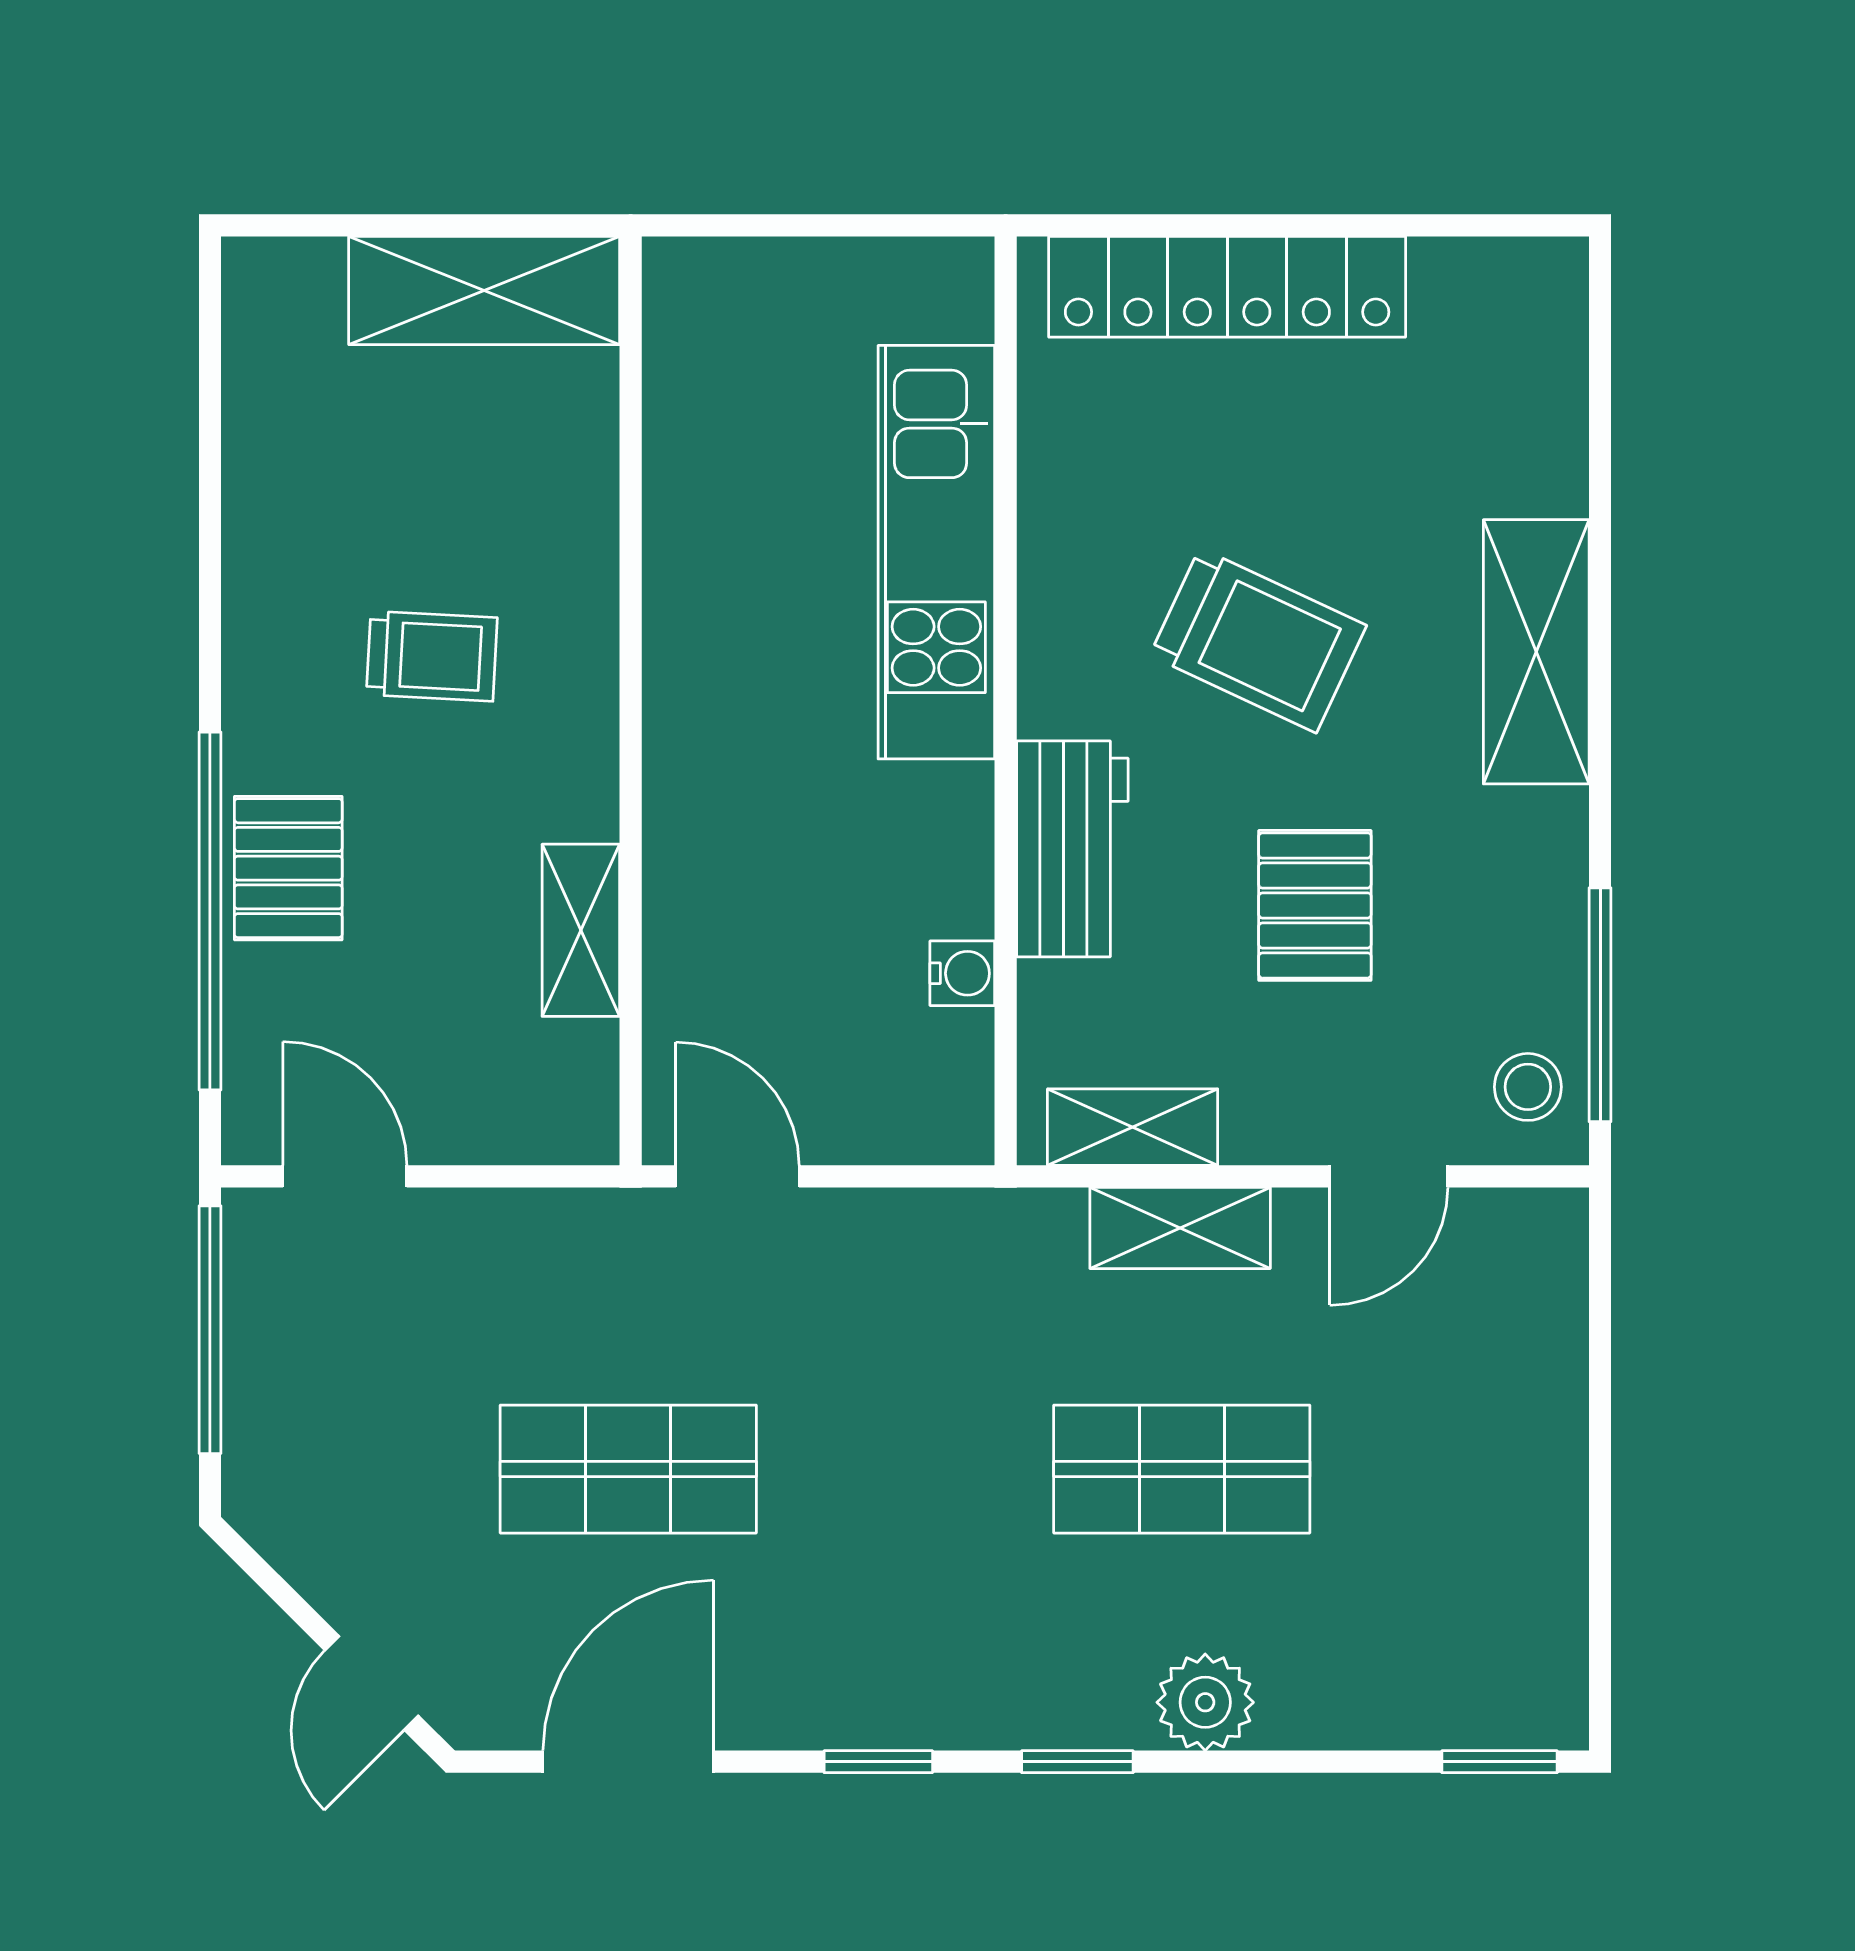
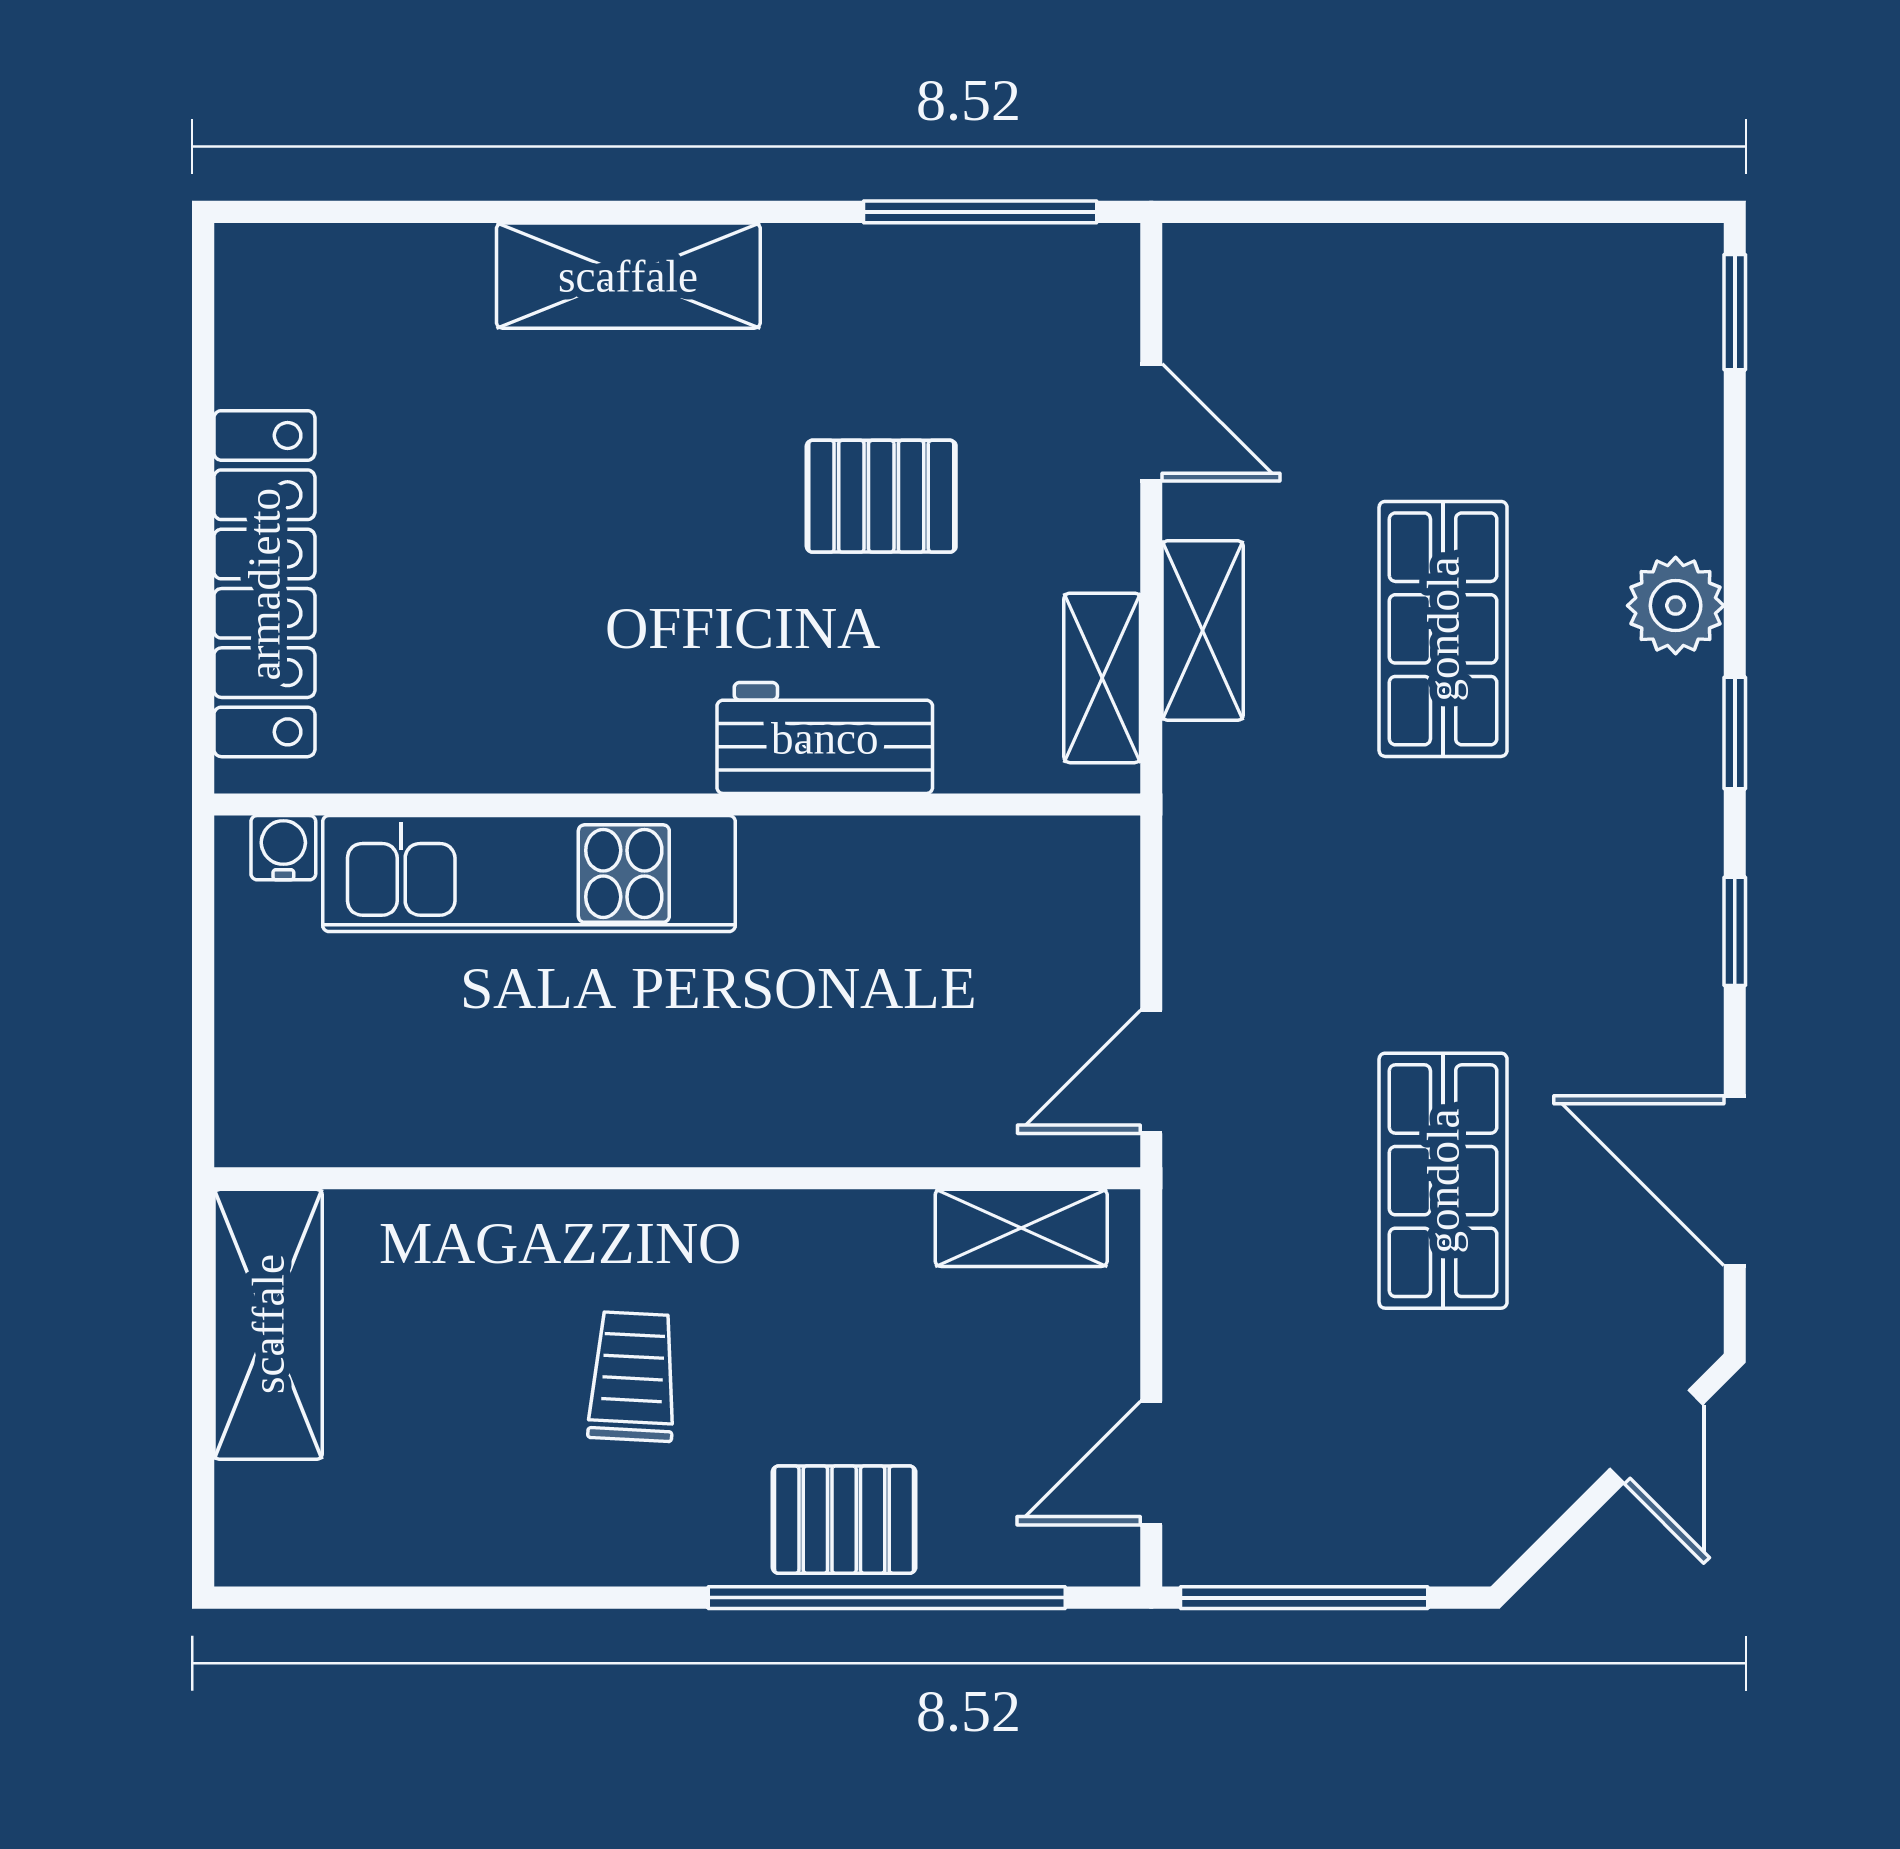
trolley: (1258, 640) -> (617, 553), removed
shelving: (581, 930) -> (1021, 1228), moved
water cooler: (962, 973) -> (283, 848), moved
stool: (1528, 1087) -> (1062, 284), removed
door: (372, 1683) -> (1656, 1436), hinge flipped

